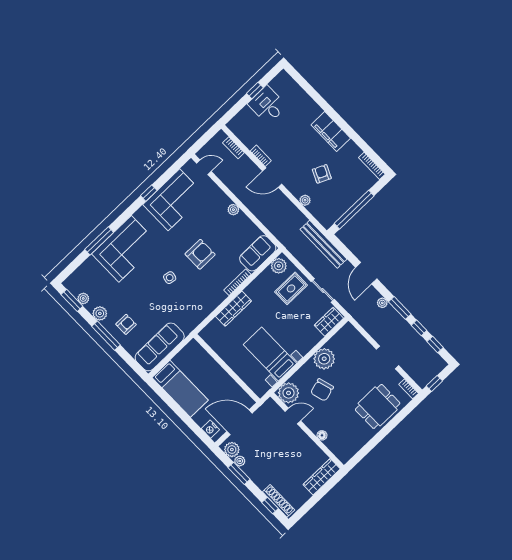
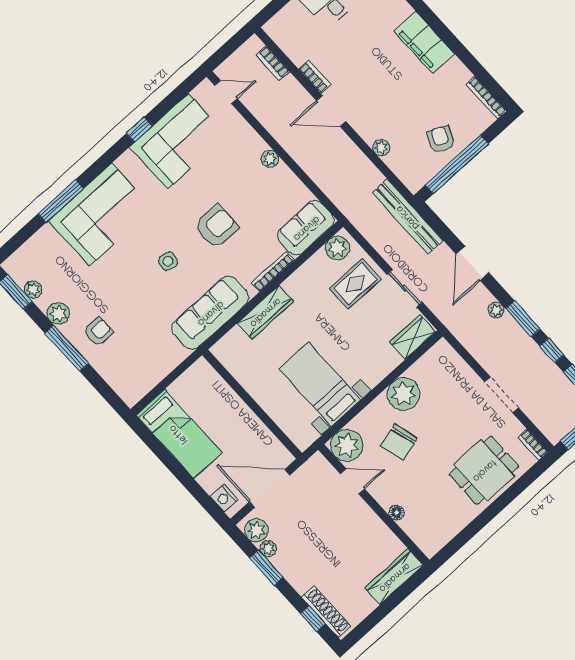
armchair: (322, 174) -> (441, 139), moved
sofa: (160, 347) -> (210, 313), moved

